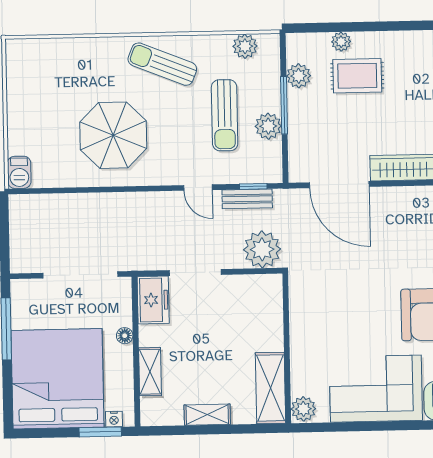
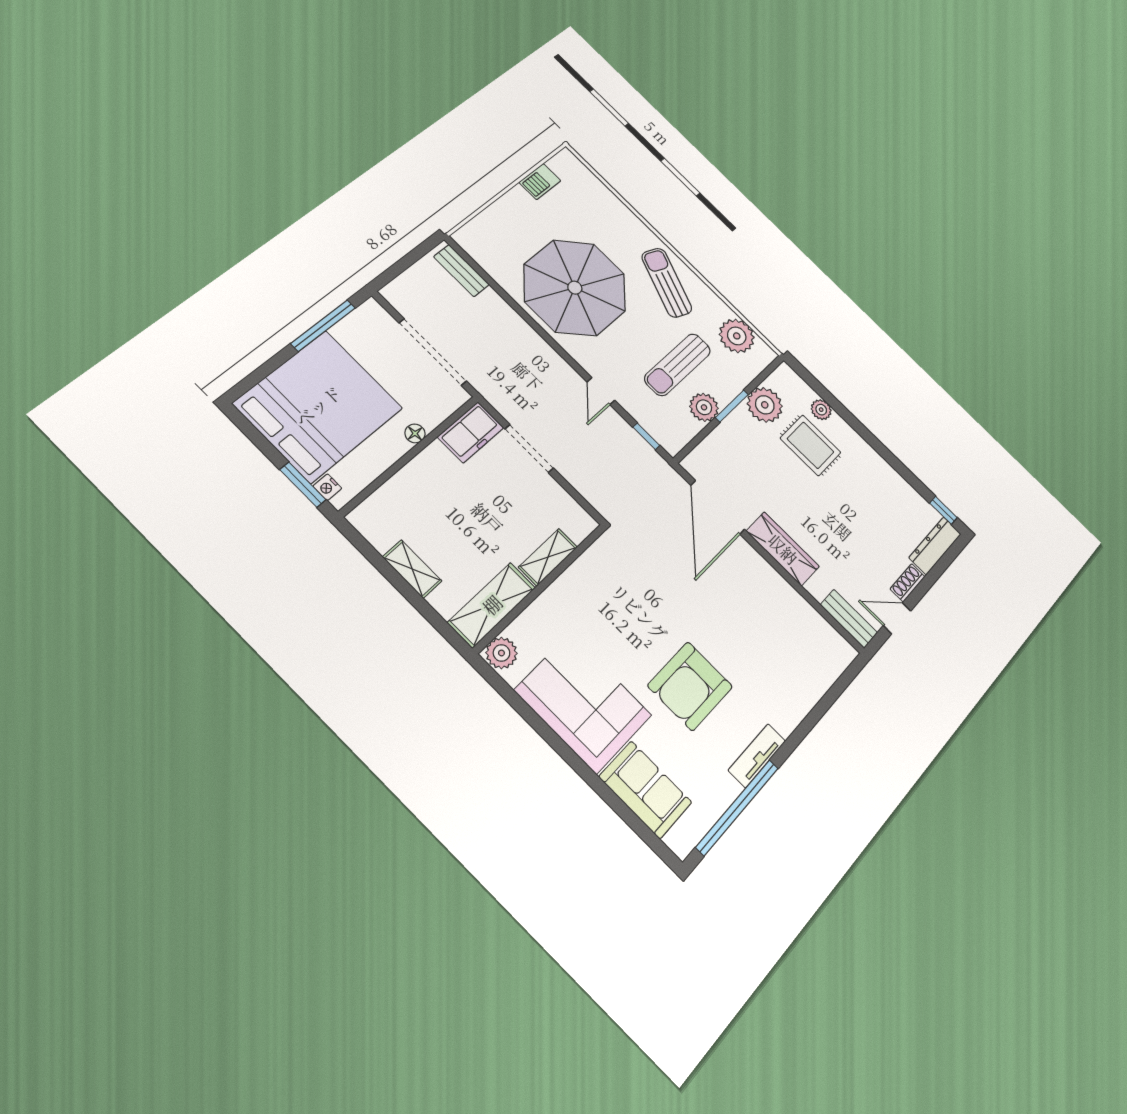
plant: (245, 46) -> (737, 336), width x1.36, depth x1.36
plant: (299, 76) -> (765, 405), width x1.36, depth x1.36
window: (284, 105) -> (732, 406), width x0.69
parasol: (113, 135) -> (575, 288), width x1.36, depth x1.36
barbecue: (19, 172) -> (540, 182), moved
bench: (247, 199) -> (461, 271), moved
plant: (262, 249) -> (604, 489), removed
shelving: (150, 372) -> (548, 557), moved

